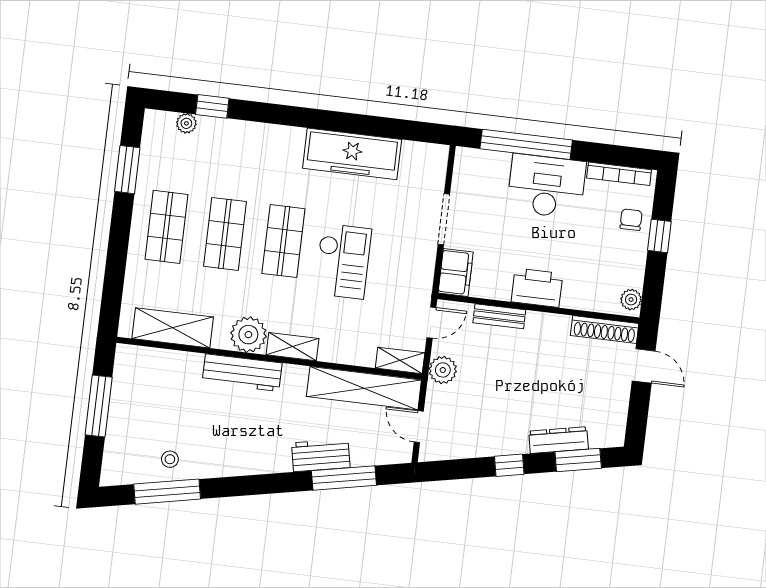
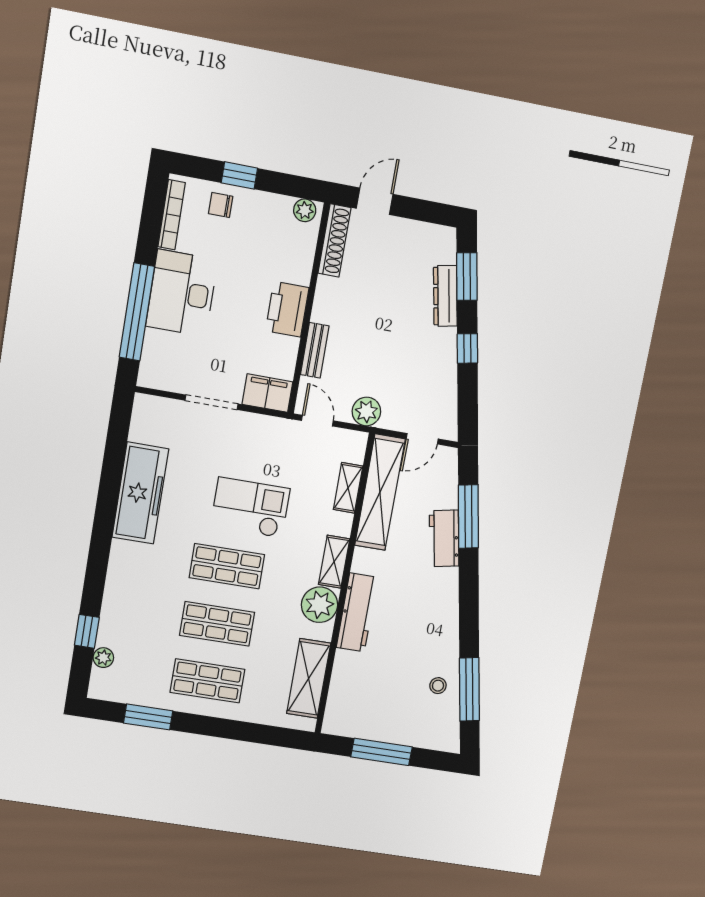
shelving: (400, 360) -> (348, 488), moved

